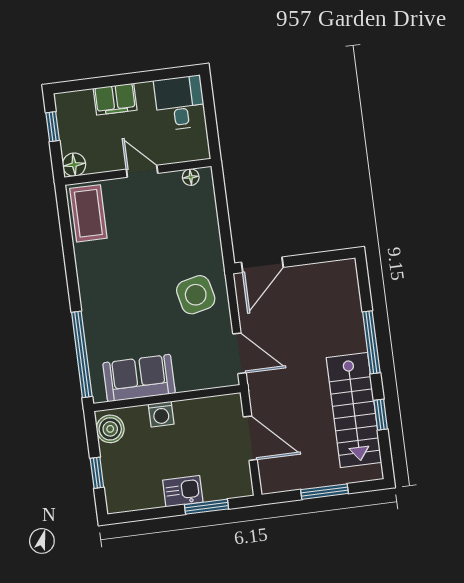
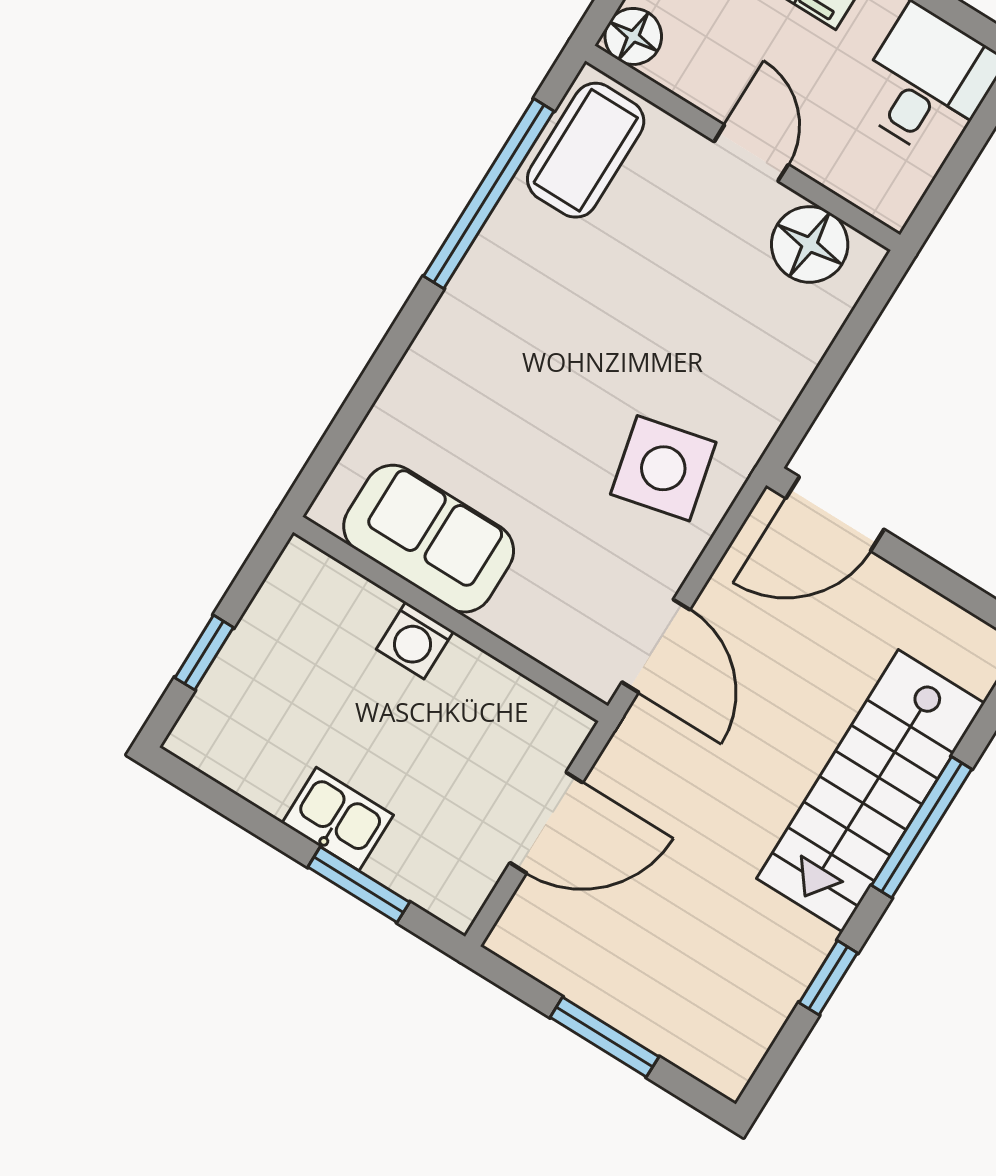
floor lamp: (191, 177) -> (810, 244), width x1.89, depth x1.89
window: (82, 354) -> (489, 194), moved
stairs: (354, 410) -> (871, 791), moved
boiler: (110, 429) -> (296, 590), removed
door: (250, 438) -> (546, 823), hinge flipped

